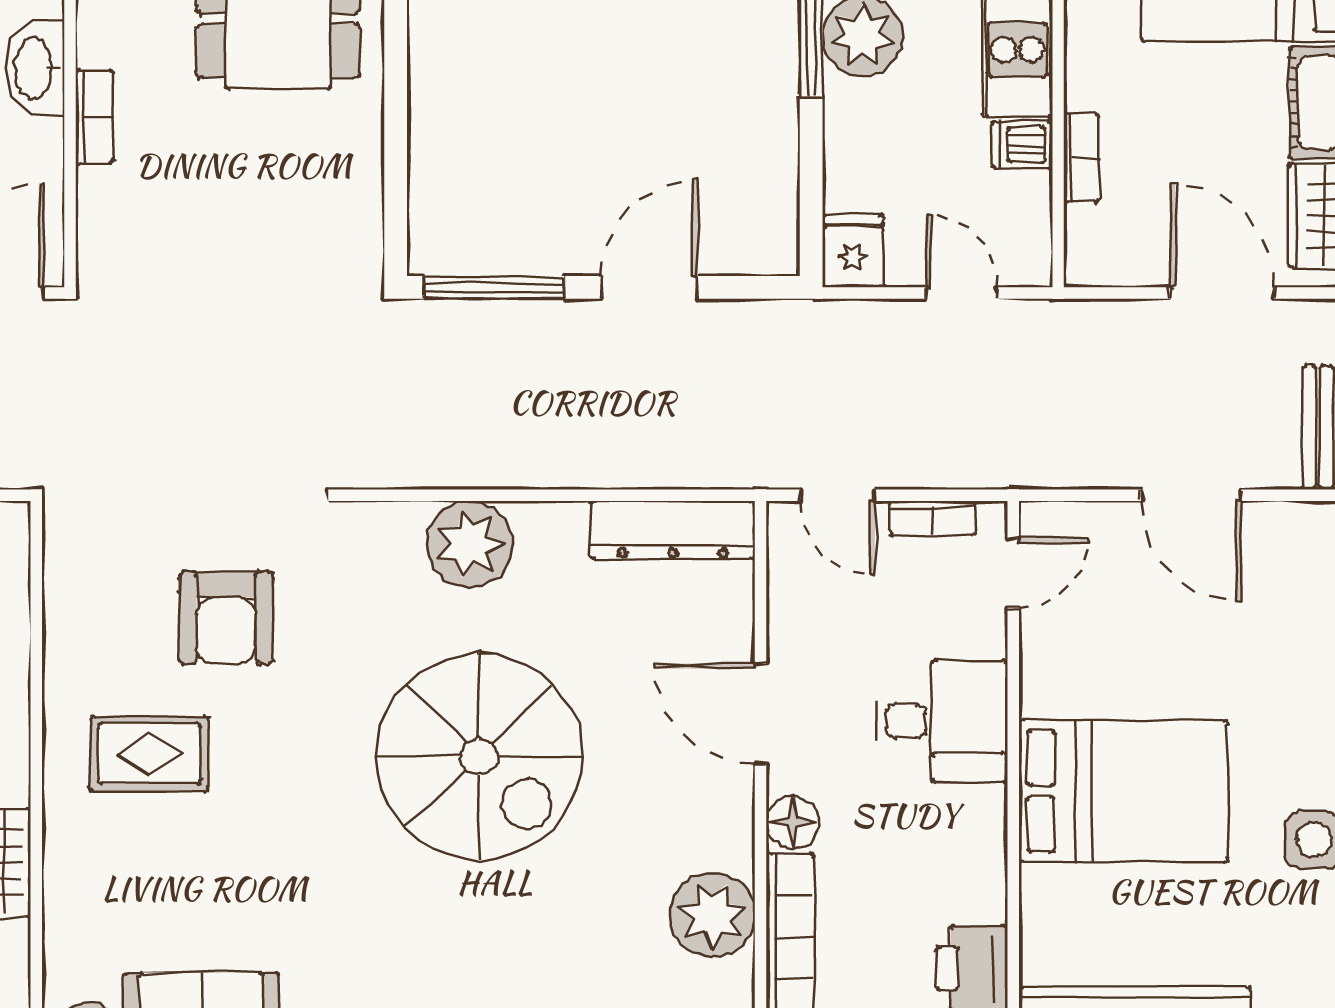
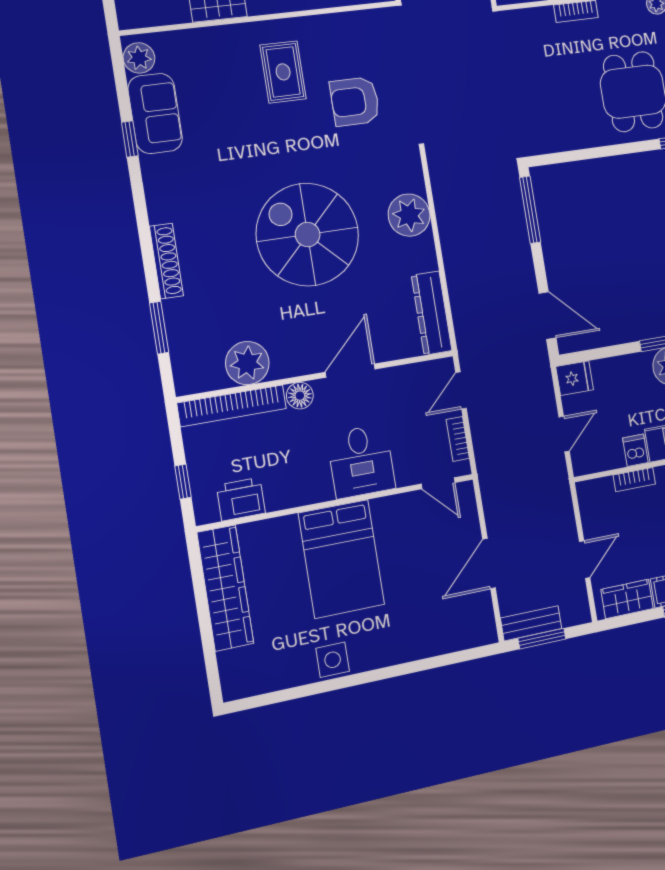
door: (649, 287) -> (547, 316), moved
door: (1222, 293) -> (585, 560), width x0.73
spiral stairs: (479, 756) -> (308, 235), turned 90

